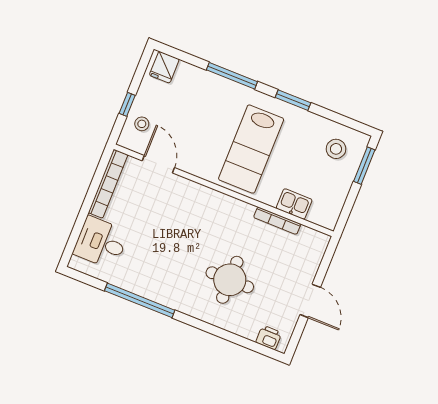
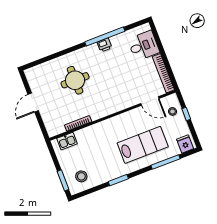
window: (232, 76) -> (165, 162), moved
lab bench: (251, 149) -> (143, 145), moved, turned 90
kitchen sink: (294, 204) -> (67, 141), moved
door: (310, 301) -> (33, 103), hinge flipped
printer: (269, 337) -> (105, 45), moved

